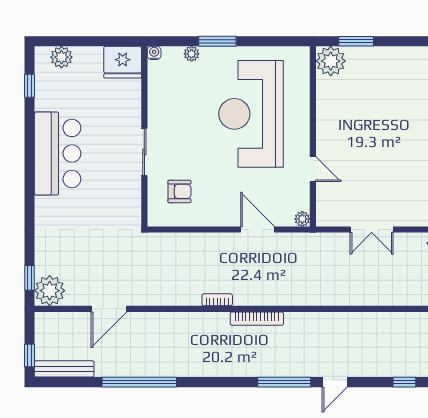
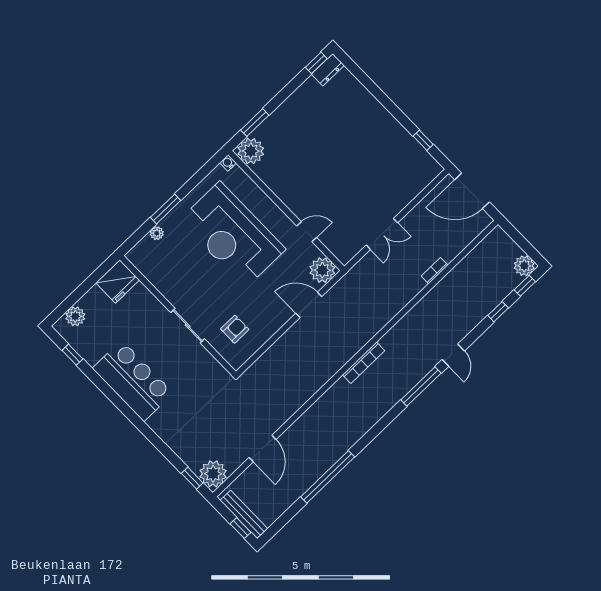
water cooler: (154, 53) -> (228, 163), moved
plant: (302, 219) -> (322, 270), width x1.88, depth x1.88
bookcase: (217, 300) -> (435, 271), moved
bench: (64, 369) -> (244, 514), moved, turned 90

